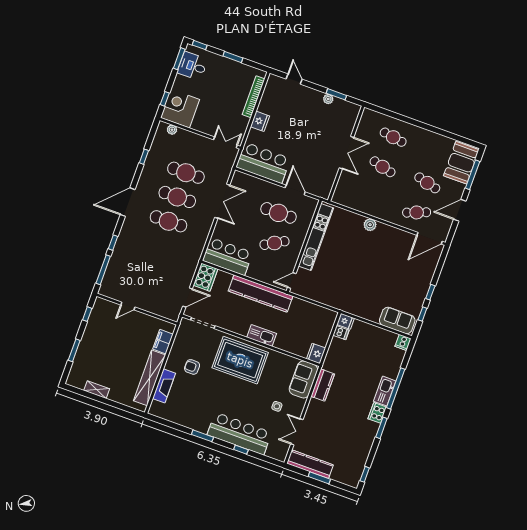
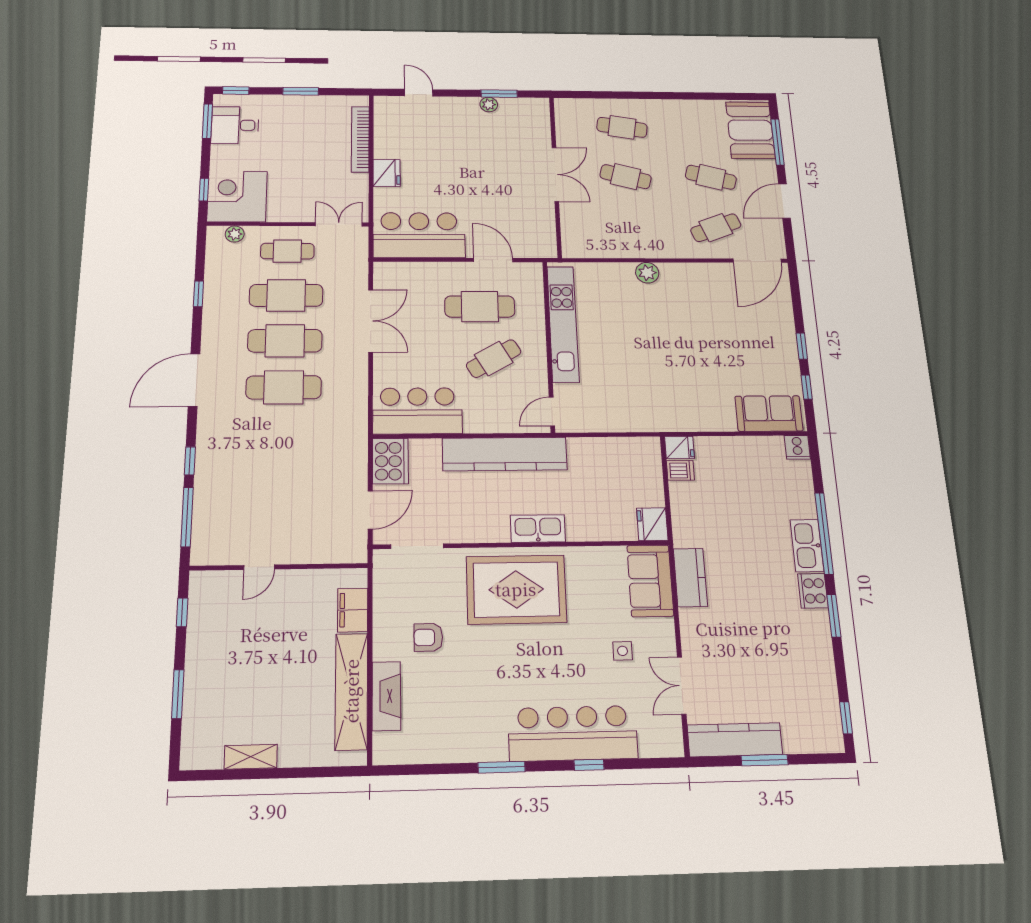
cafe table: (195, 148) -> (287, 251), added

